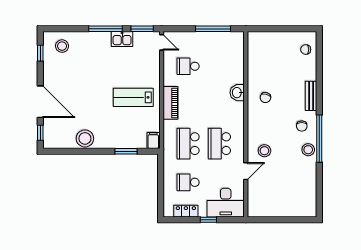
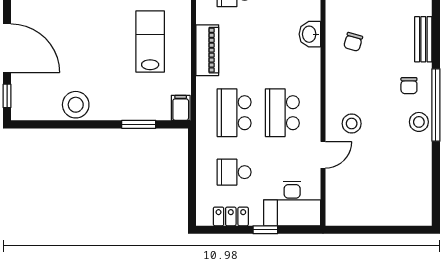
lab bench: (133, 97) -> (150, 41), turned 90

